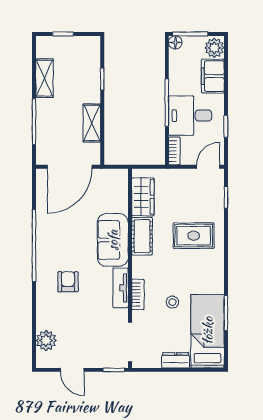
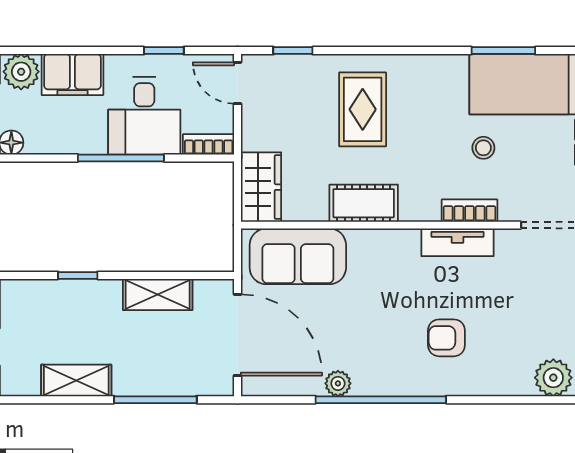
wardrobe: (143, 197) -> (261, 187), moved, turned 90
plant: (43, 222) -> (338, 383), added
sofa: (113, 240) -> (298, 256), moved

